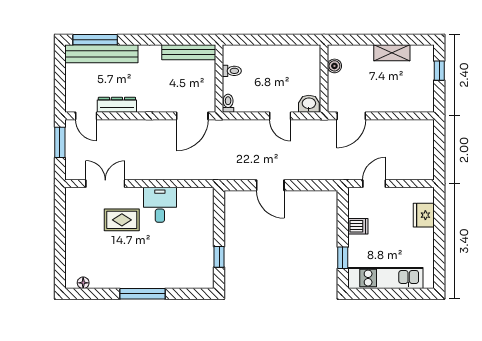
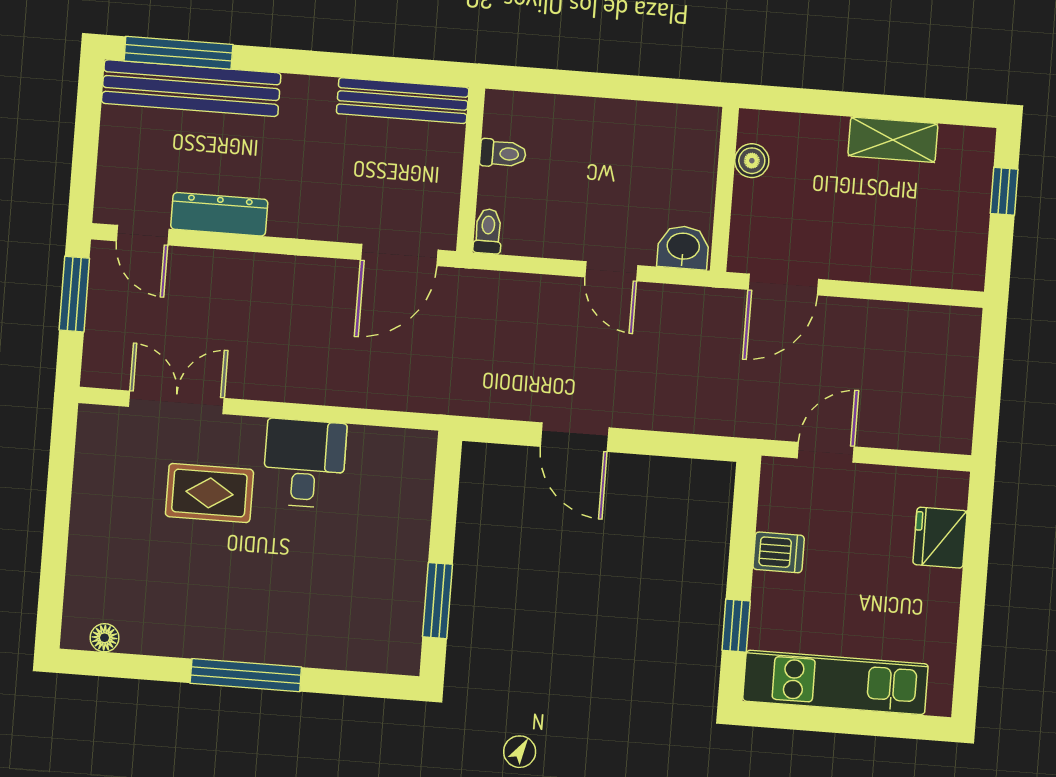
window: (219, 257) -> (438, 601), width x1.50

